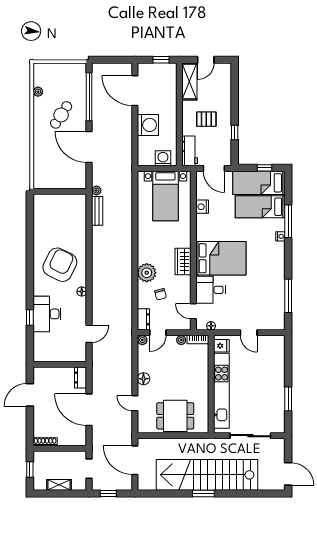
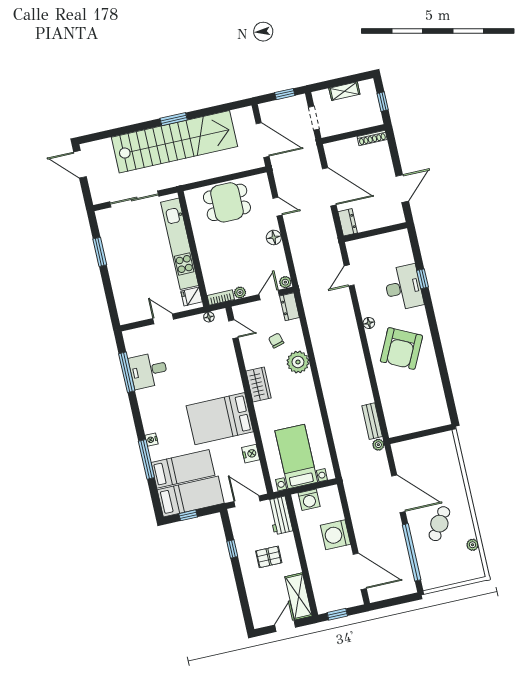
bed: (221, 258) -> (220, 419), moved
desk: (211, 290) -> (148, 370), moved, turned 180

